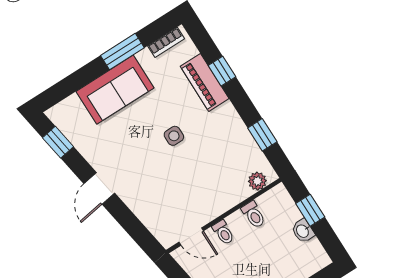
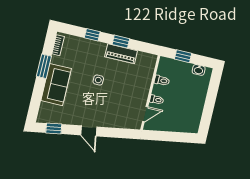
piano: (205, 82) -> (121, 54), moved
window: (262, 135) -> (121, 42), moved
plant: (257, 181) -> (150, 65), removed
washbasin: (303, 231) -> (199, 70), moved

